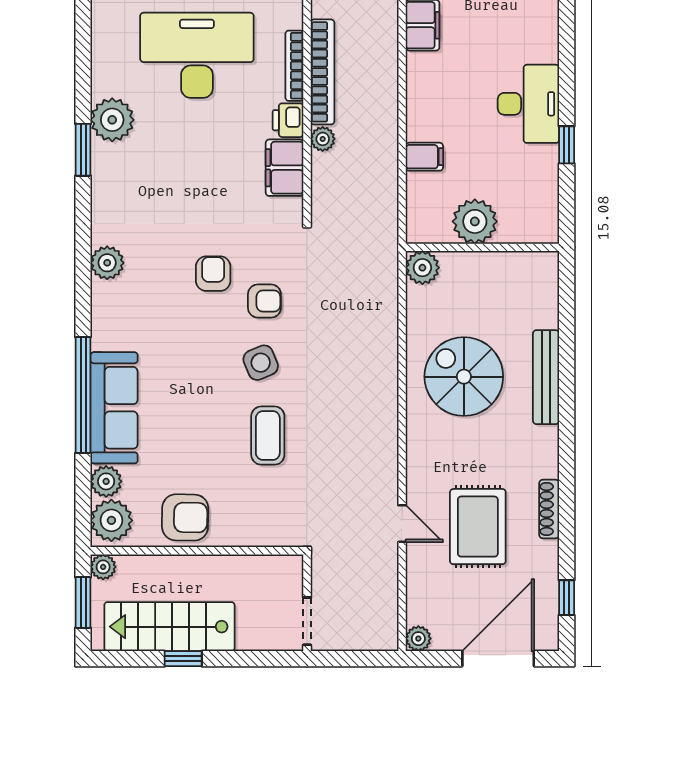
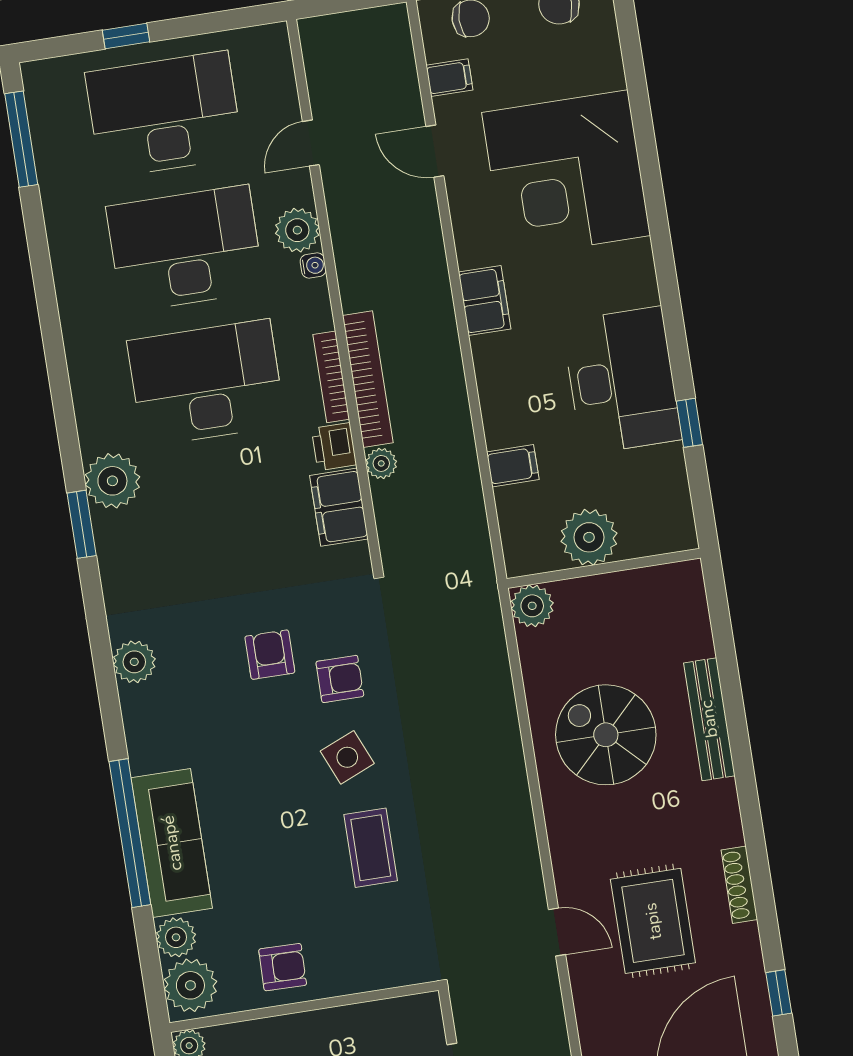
desk: (528, 104) -> (622, 380), width x1.36, depth x1.30
armchair: (185, 517) -> (283, 967), width x0.72, depth x0.72

